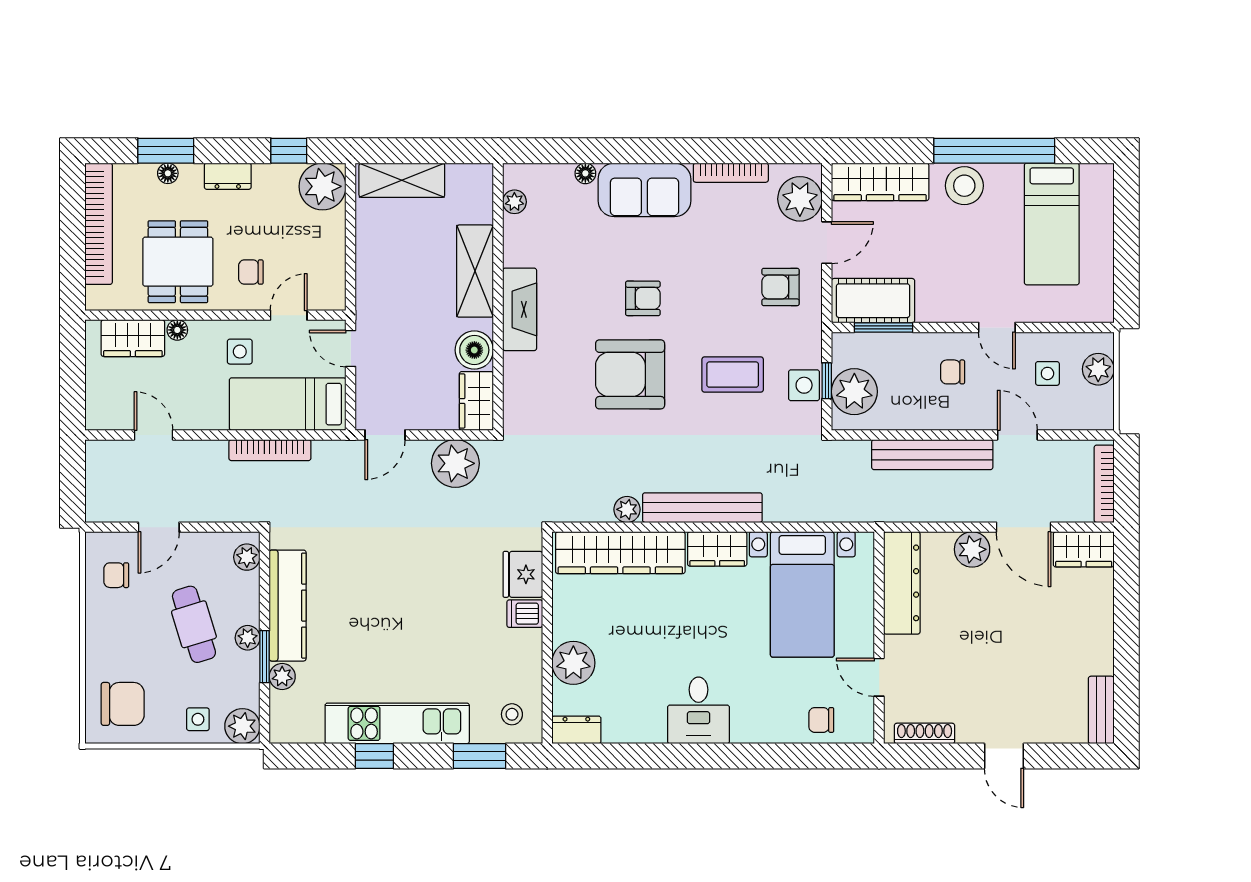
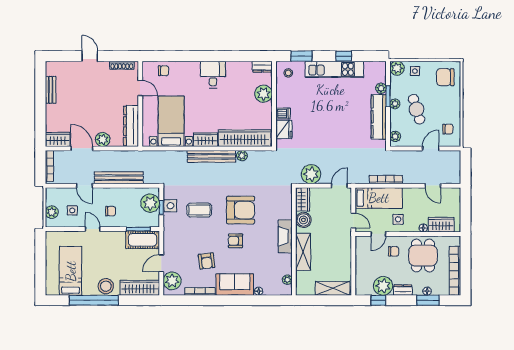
plant: (323, 186) -> (383, 286), moved
armchair: (780, 287) -> (207, 261), moved, turned 83
bench: (1101, 710) -> (51, 90), moved

